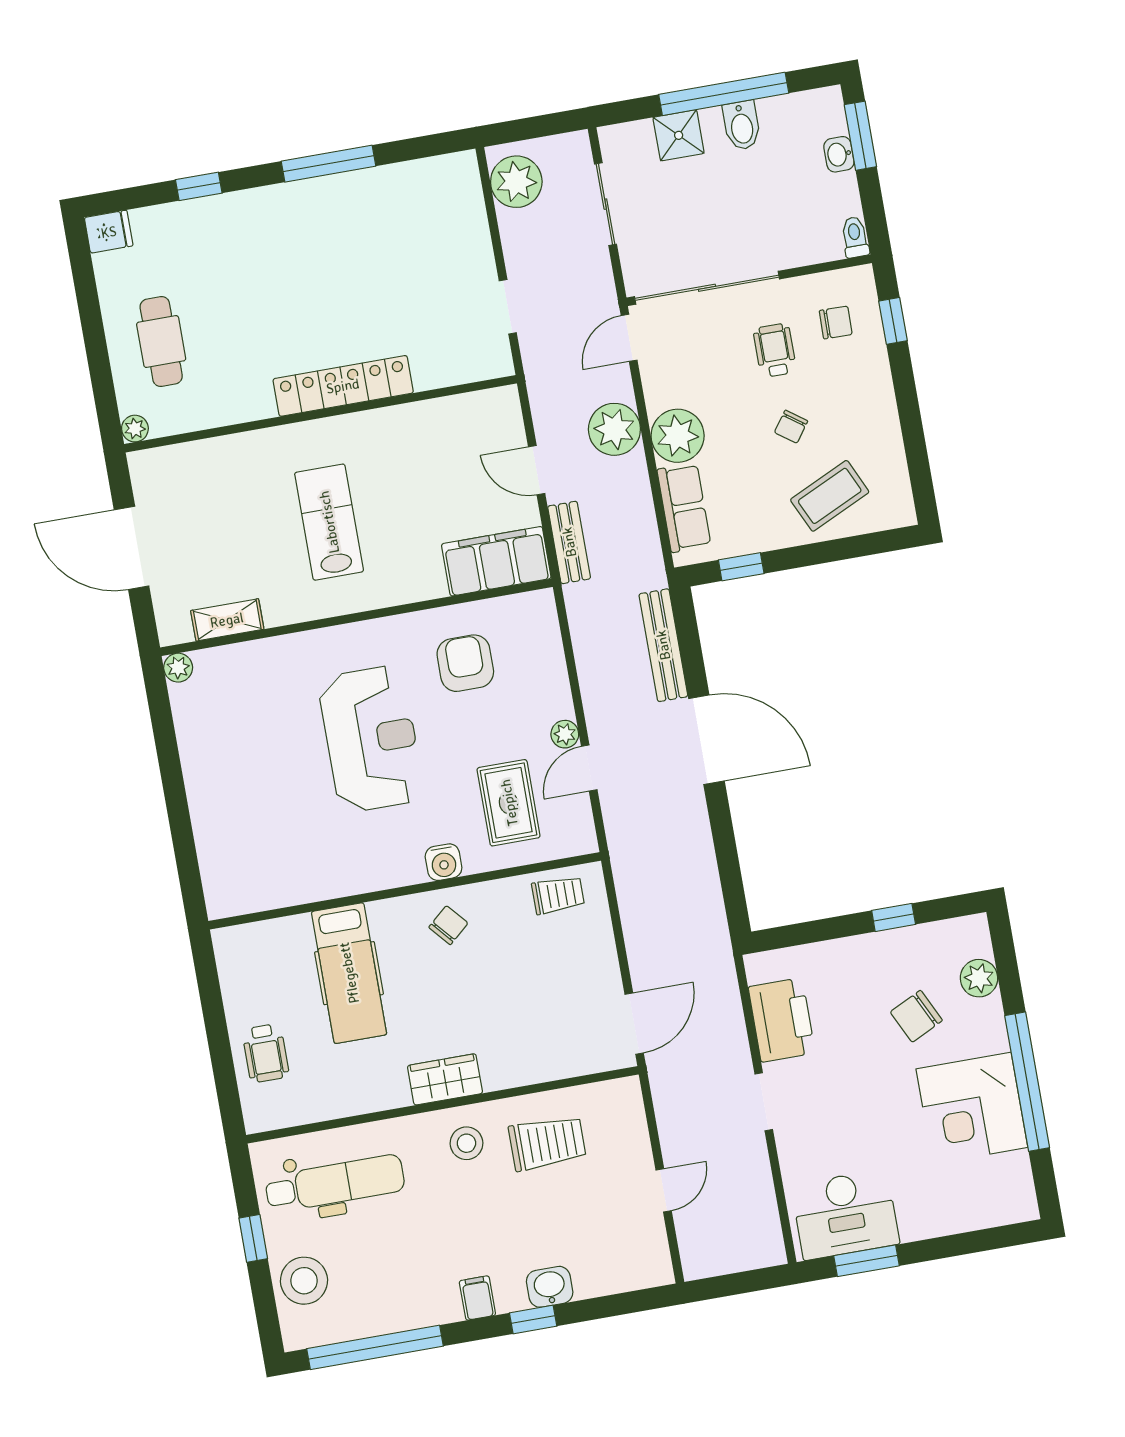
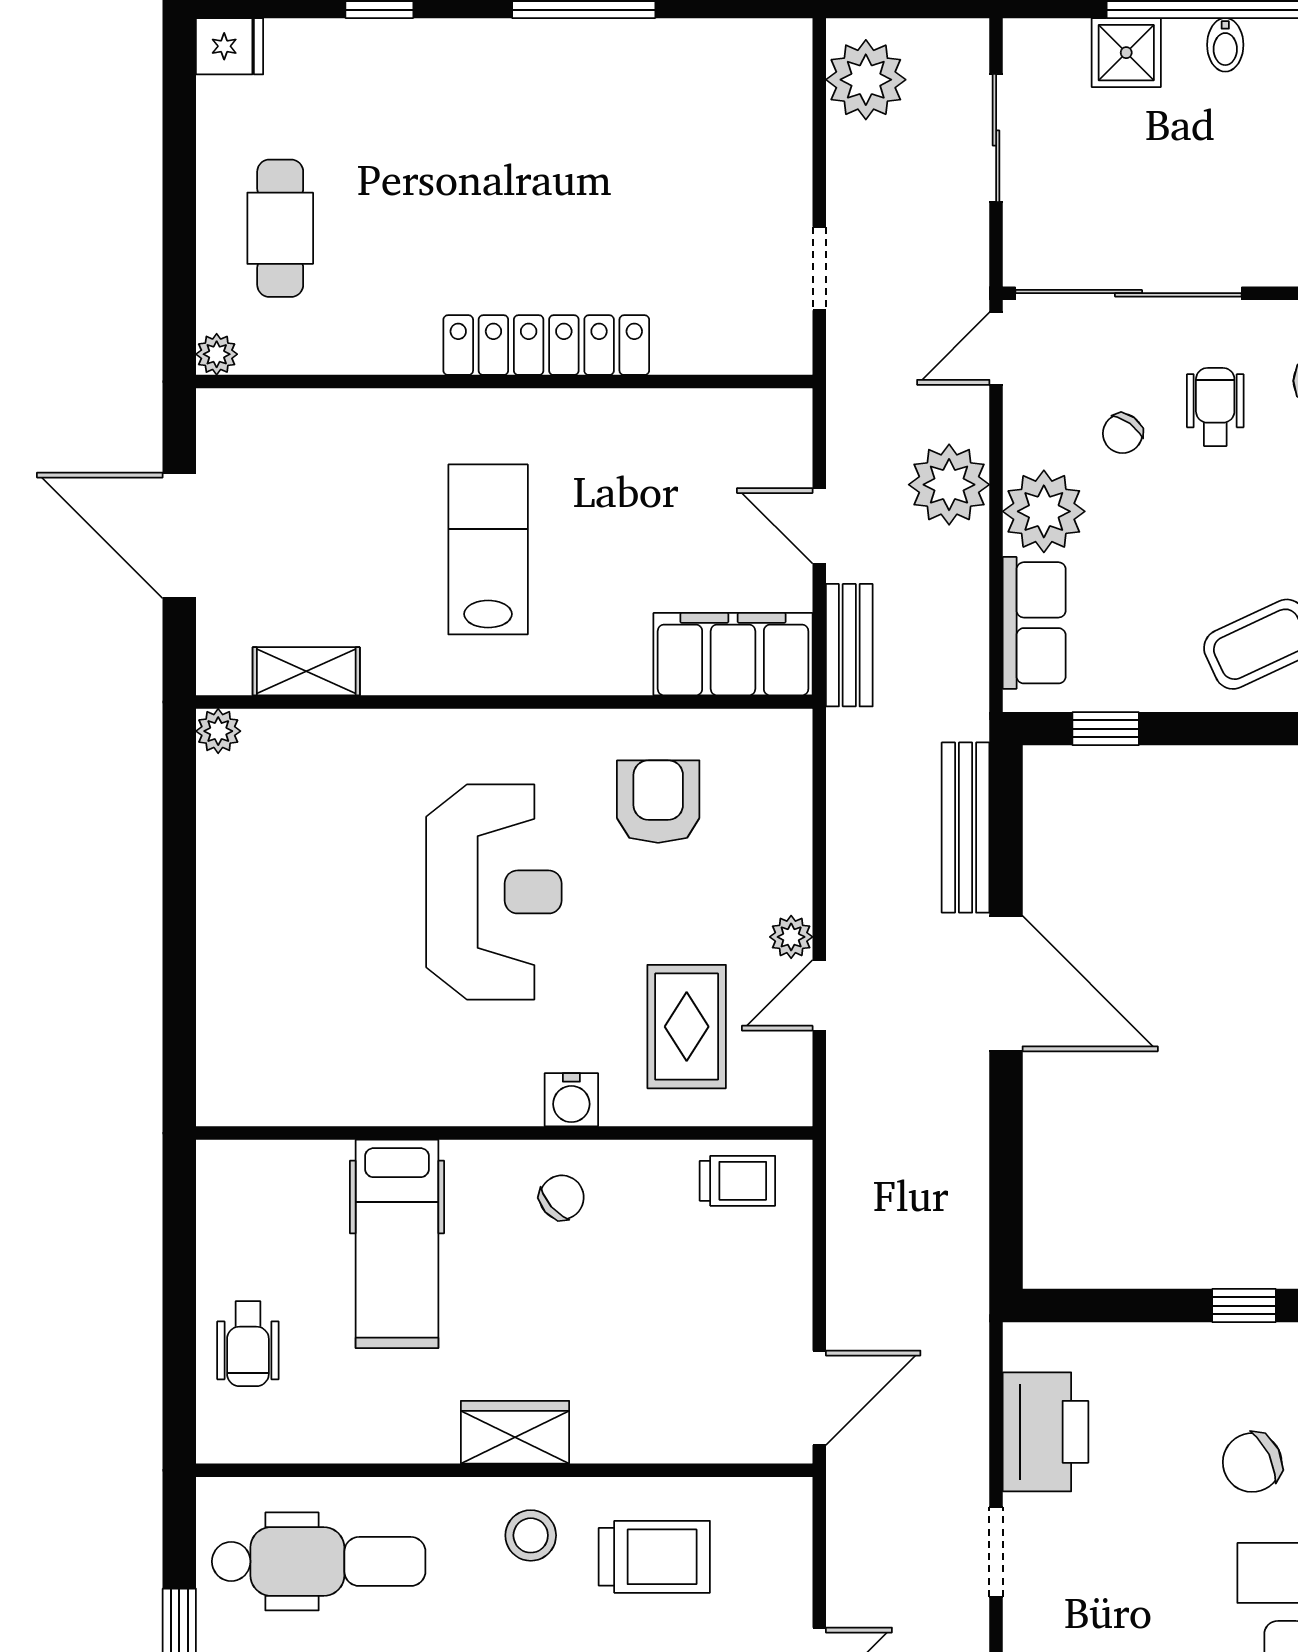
bidet: (742, 125) -> (1225, 45), width x0.72, depth x0.74
chair: (791, 427) -> (1123, 433), moved

